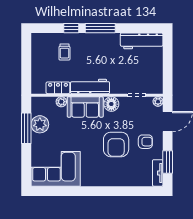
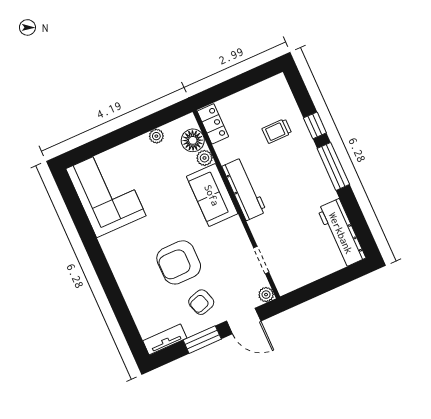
locker: (58, 88) -> (213, 124), moved
floor lamp: (111, 104) -> (193, 140), moved
plant: (40, 124) -> (156, 136), width x0.53, depth x0.53
window: (26, 128) -> (145, 125), removed
armchair: (145, 142) -> (201, 302), turned 72
window: (168, 162) -> (202, 340), moved

